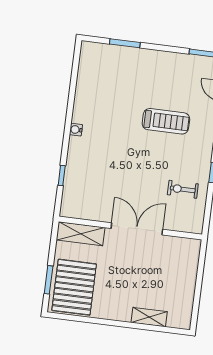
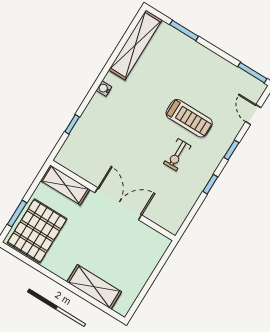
shelving: (86, 77) -> (135, 45), added
exercise bike: (183, 189) -> (177, 155), moved, turned -91
shelving: (149, 317) -> (94, 287), width x1.50, depth x1.33

